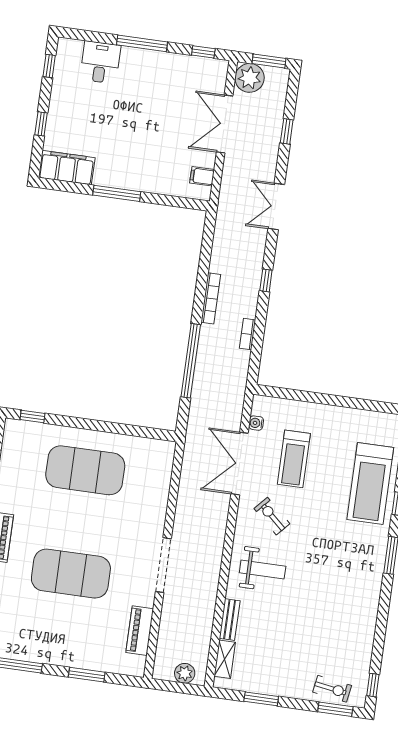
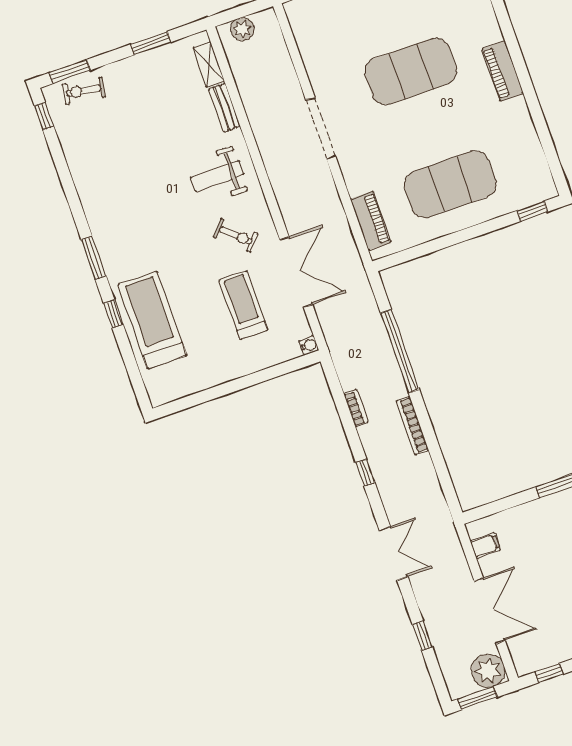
water cooler: (256, 423) -> (309, 345), moved
piano: (140, 631) -> (371, 221), moved

